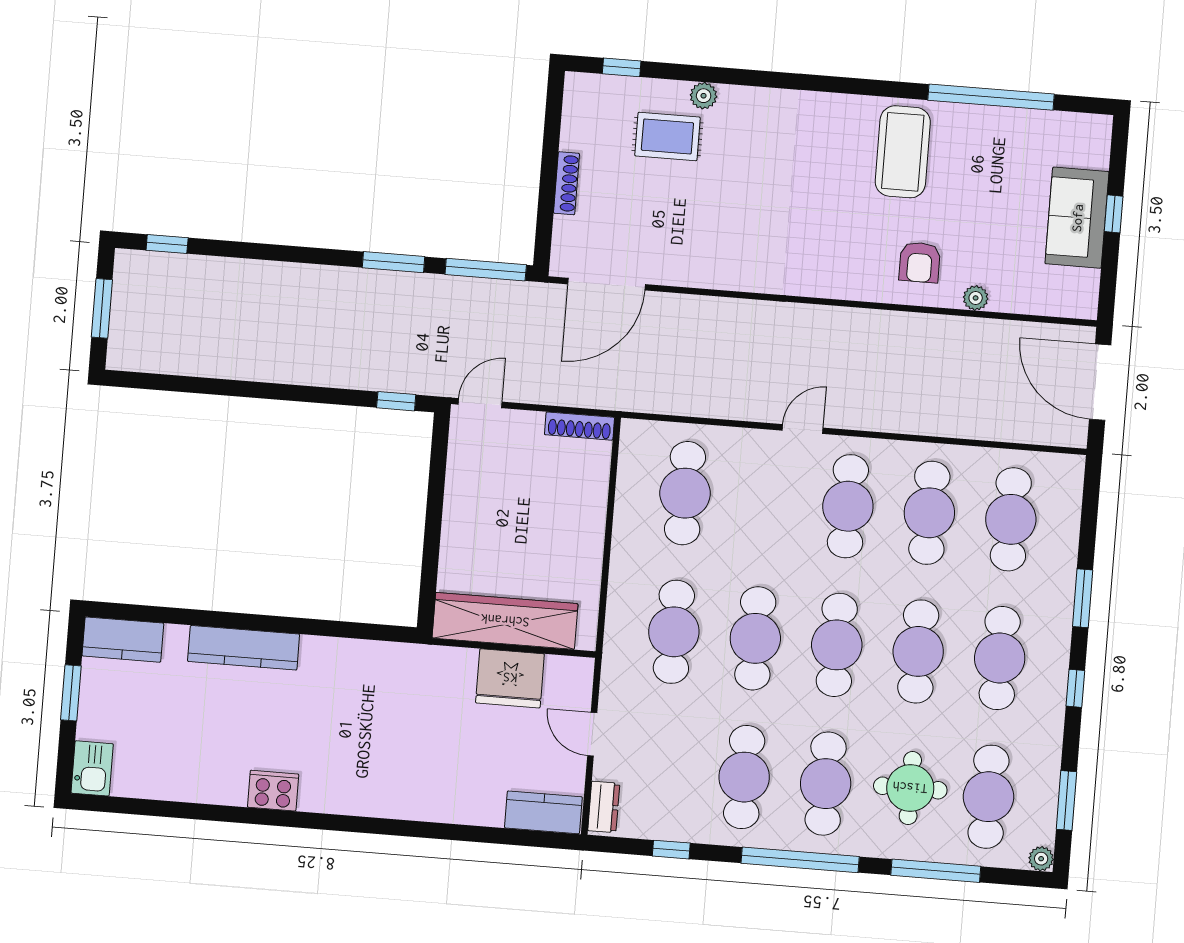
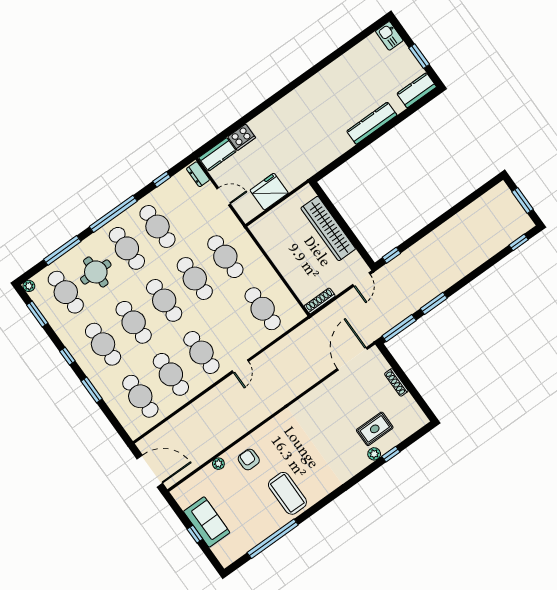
window: (622, 67) -> (391, 454), moved
wardrobe: (505, 621) -> (328, 228), moved, turned 90
cooker: (273, 791) -> (242, 137), moved

